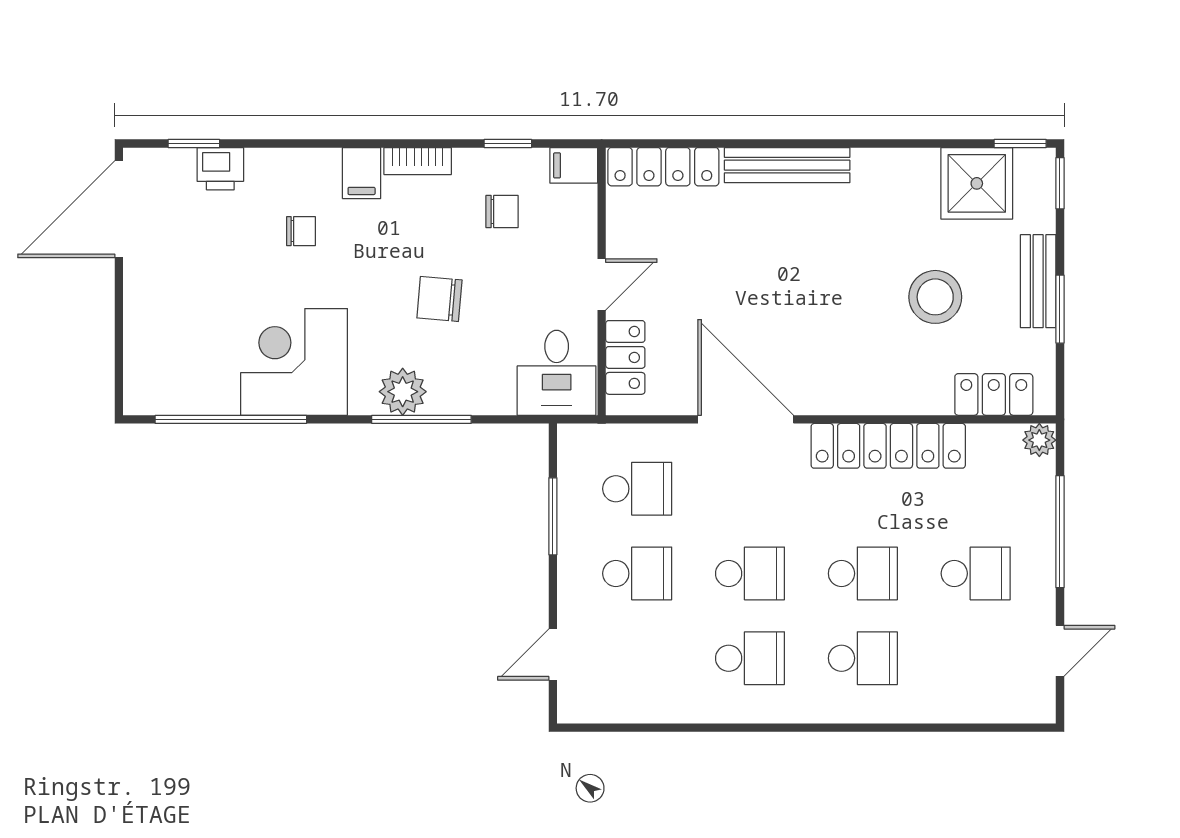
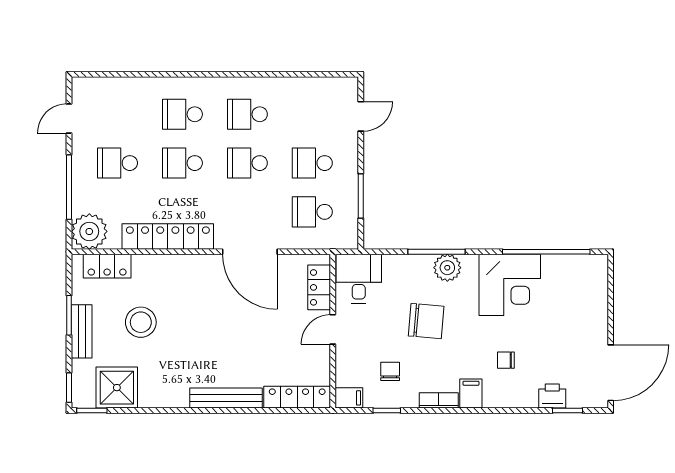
chair: (502, 211) -> (390, 371), turned 90
chair: (439, 299) -> (426, 321), width x1.37, depth x1.37
plant: (1039, 440) -> (89, 231), width x1.87, depth x1.87

